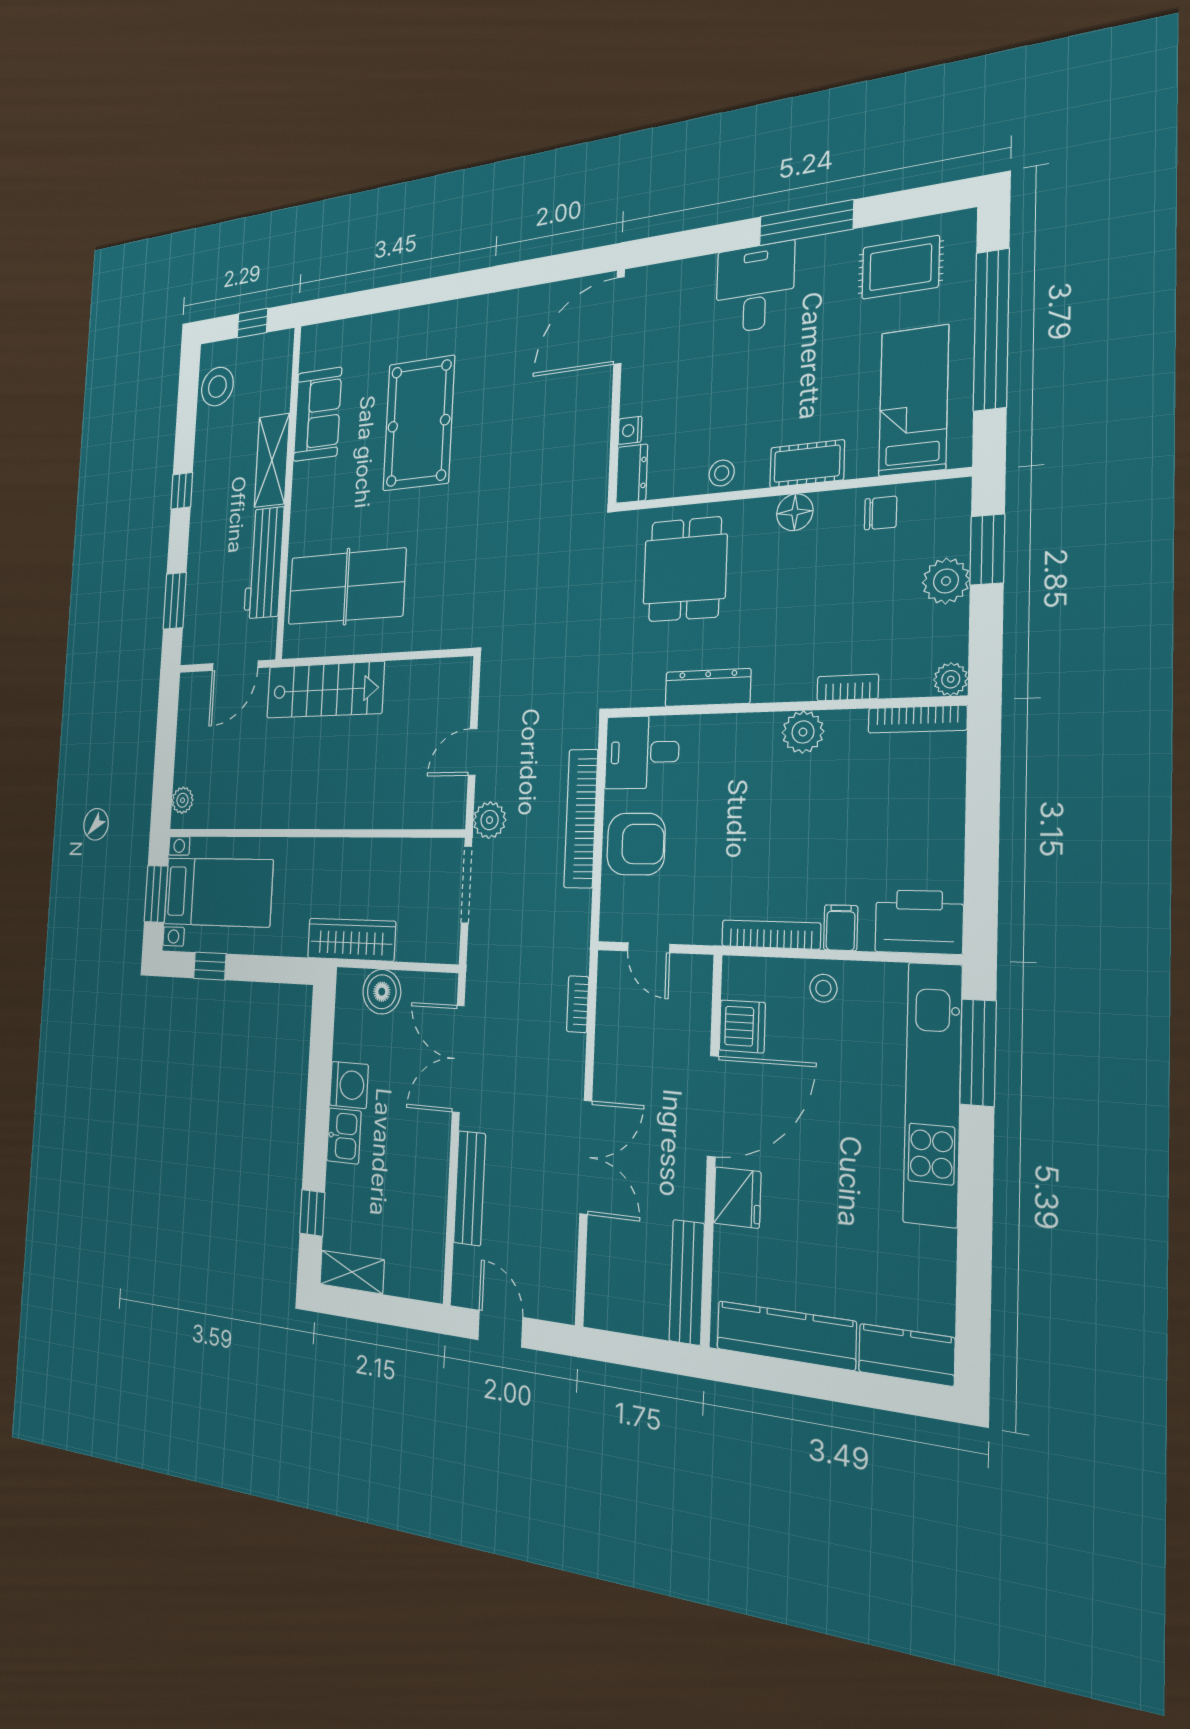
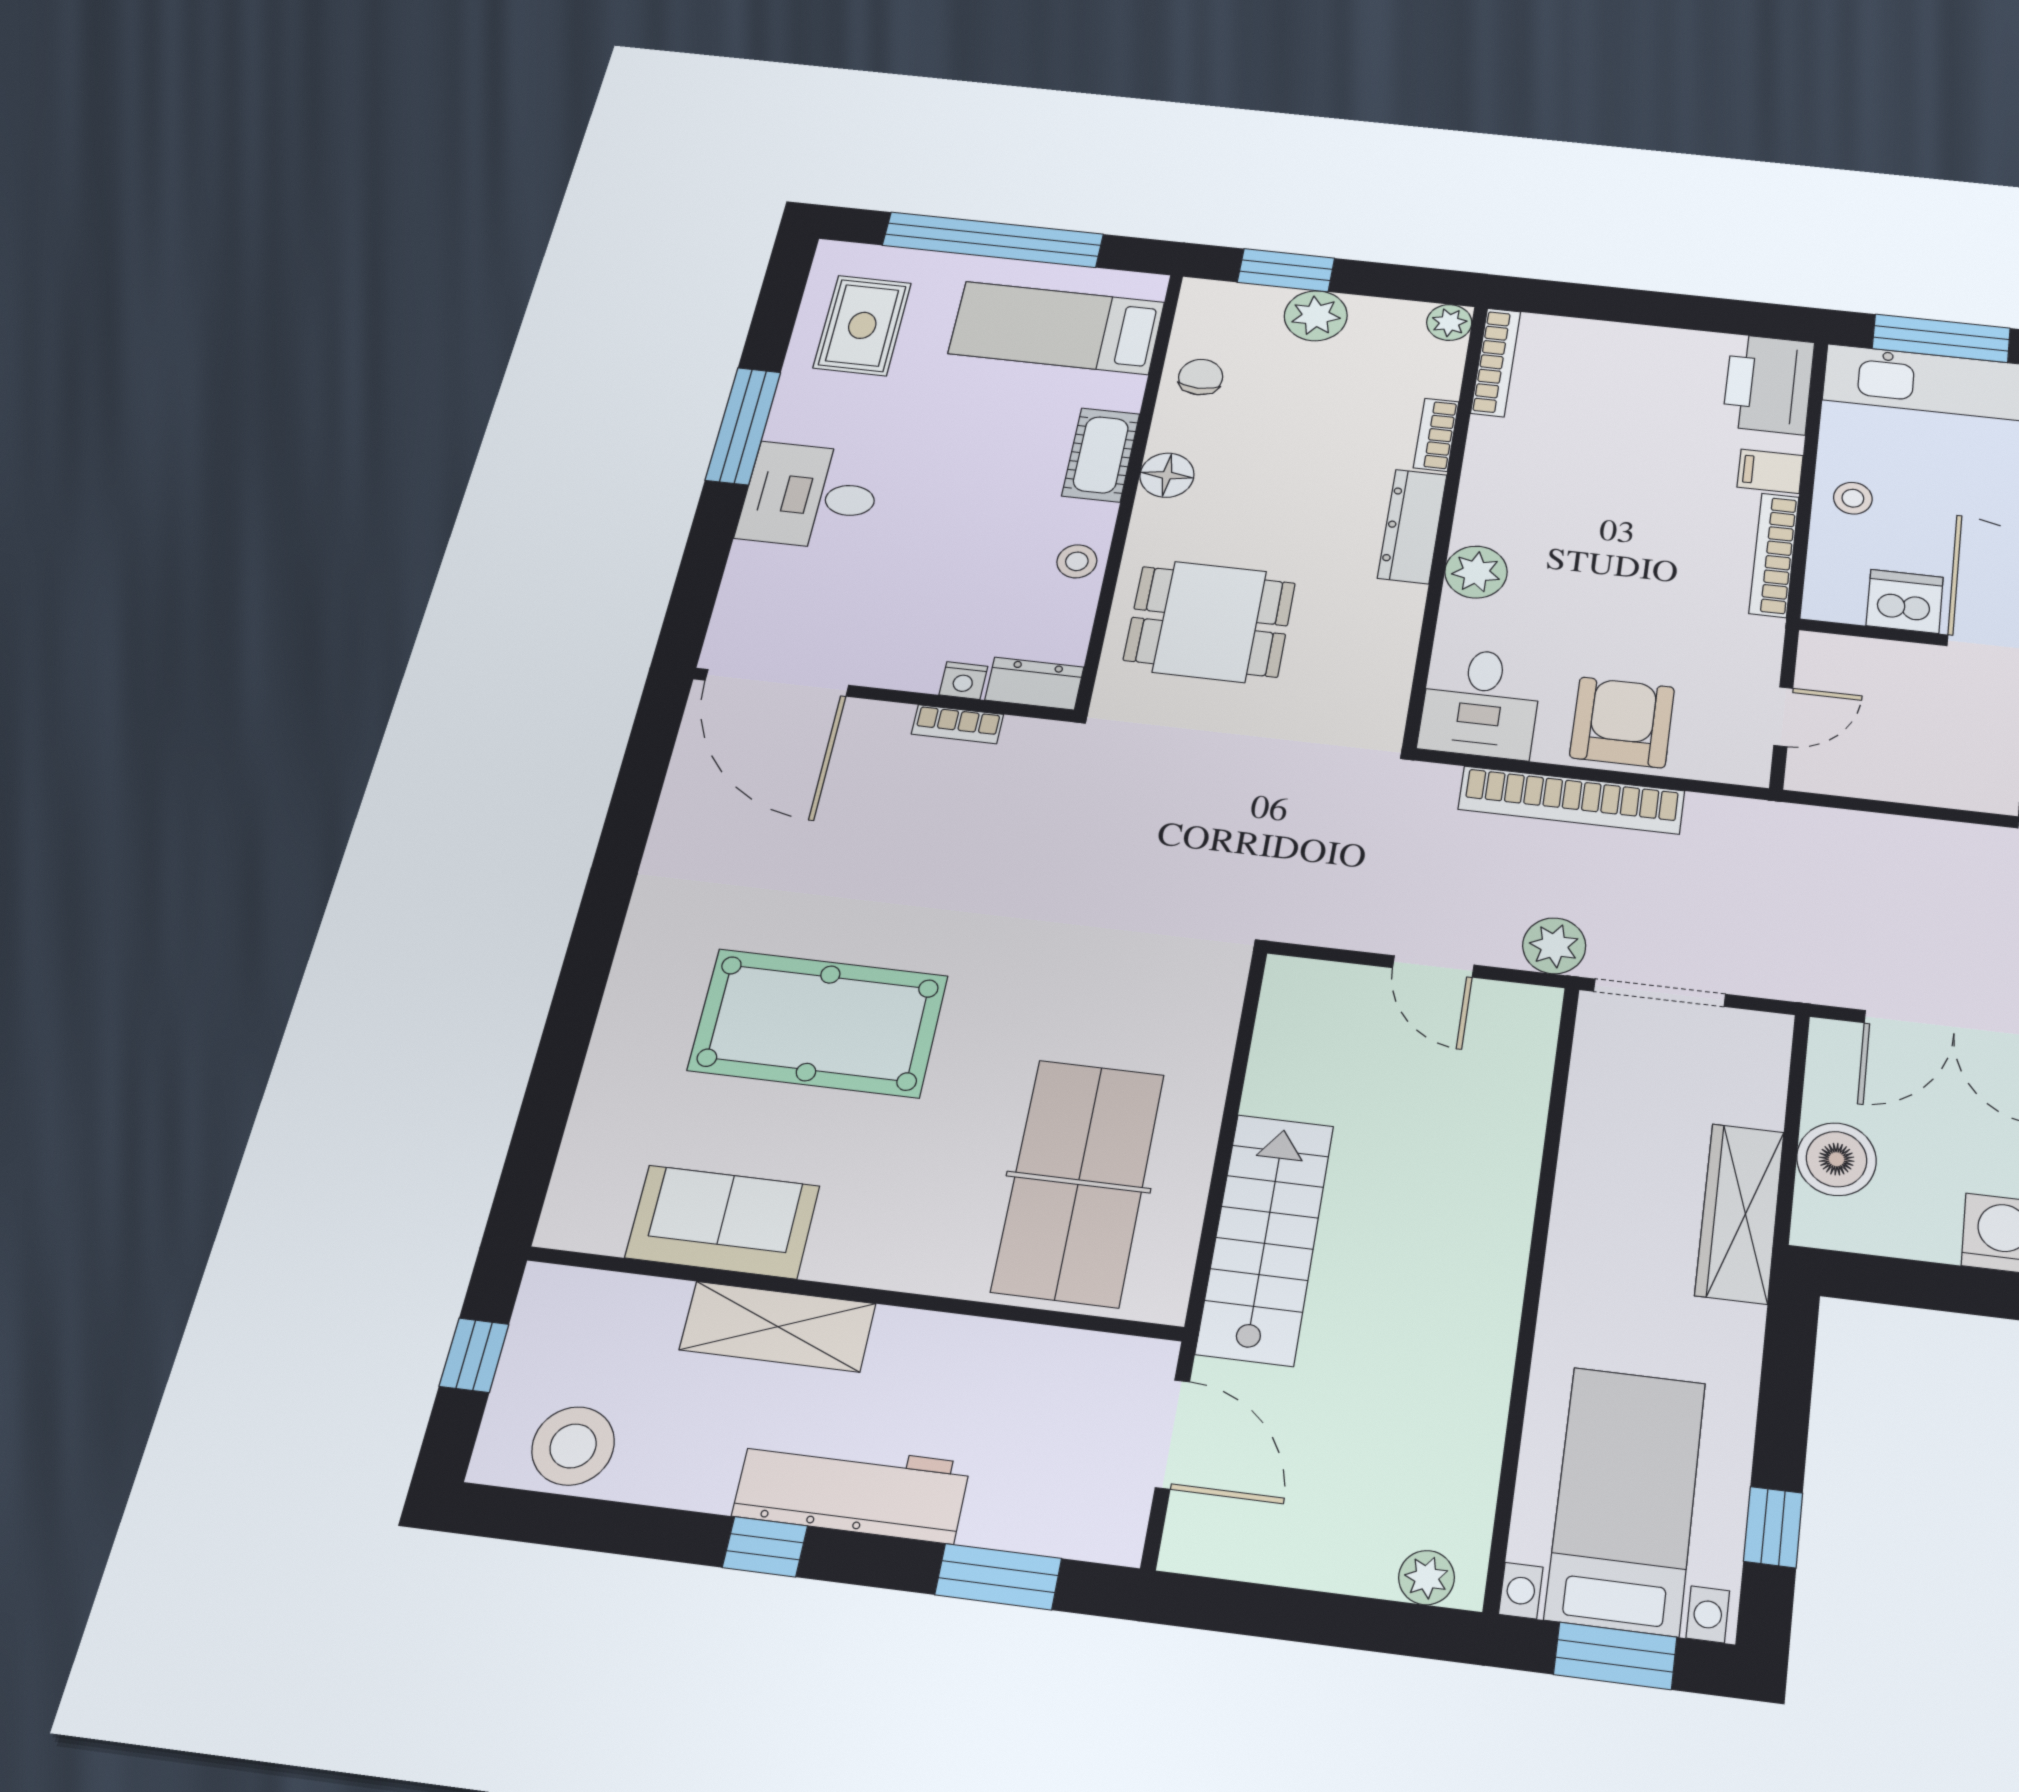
workbench: (264, 563) -> (851, 1490), moved, turned 180
dresser: (708, 688) -> (1412, 526), moved
plant: (803, 732) -> (1476, 572), moved
bookcase: (578, 1004) -> (957, 724), moved

